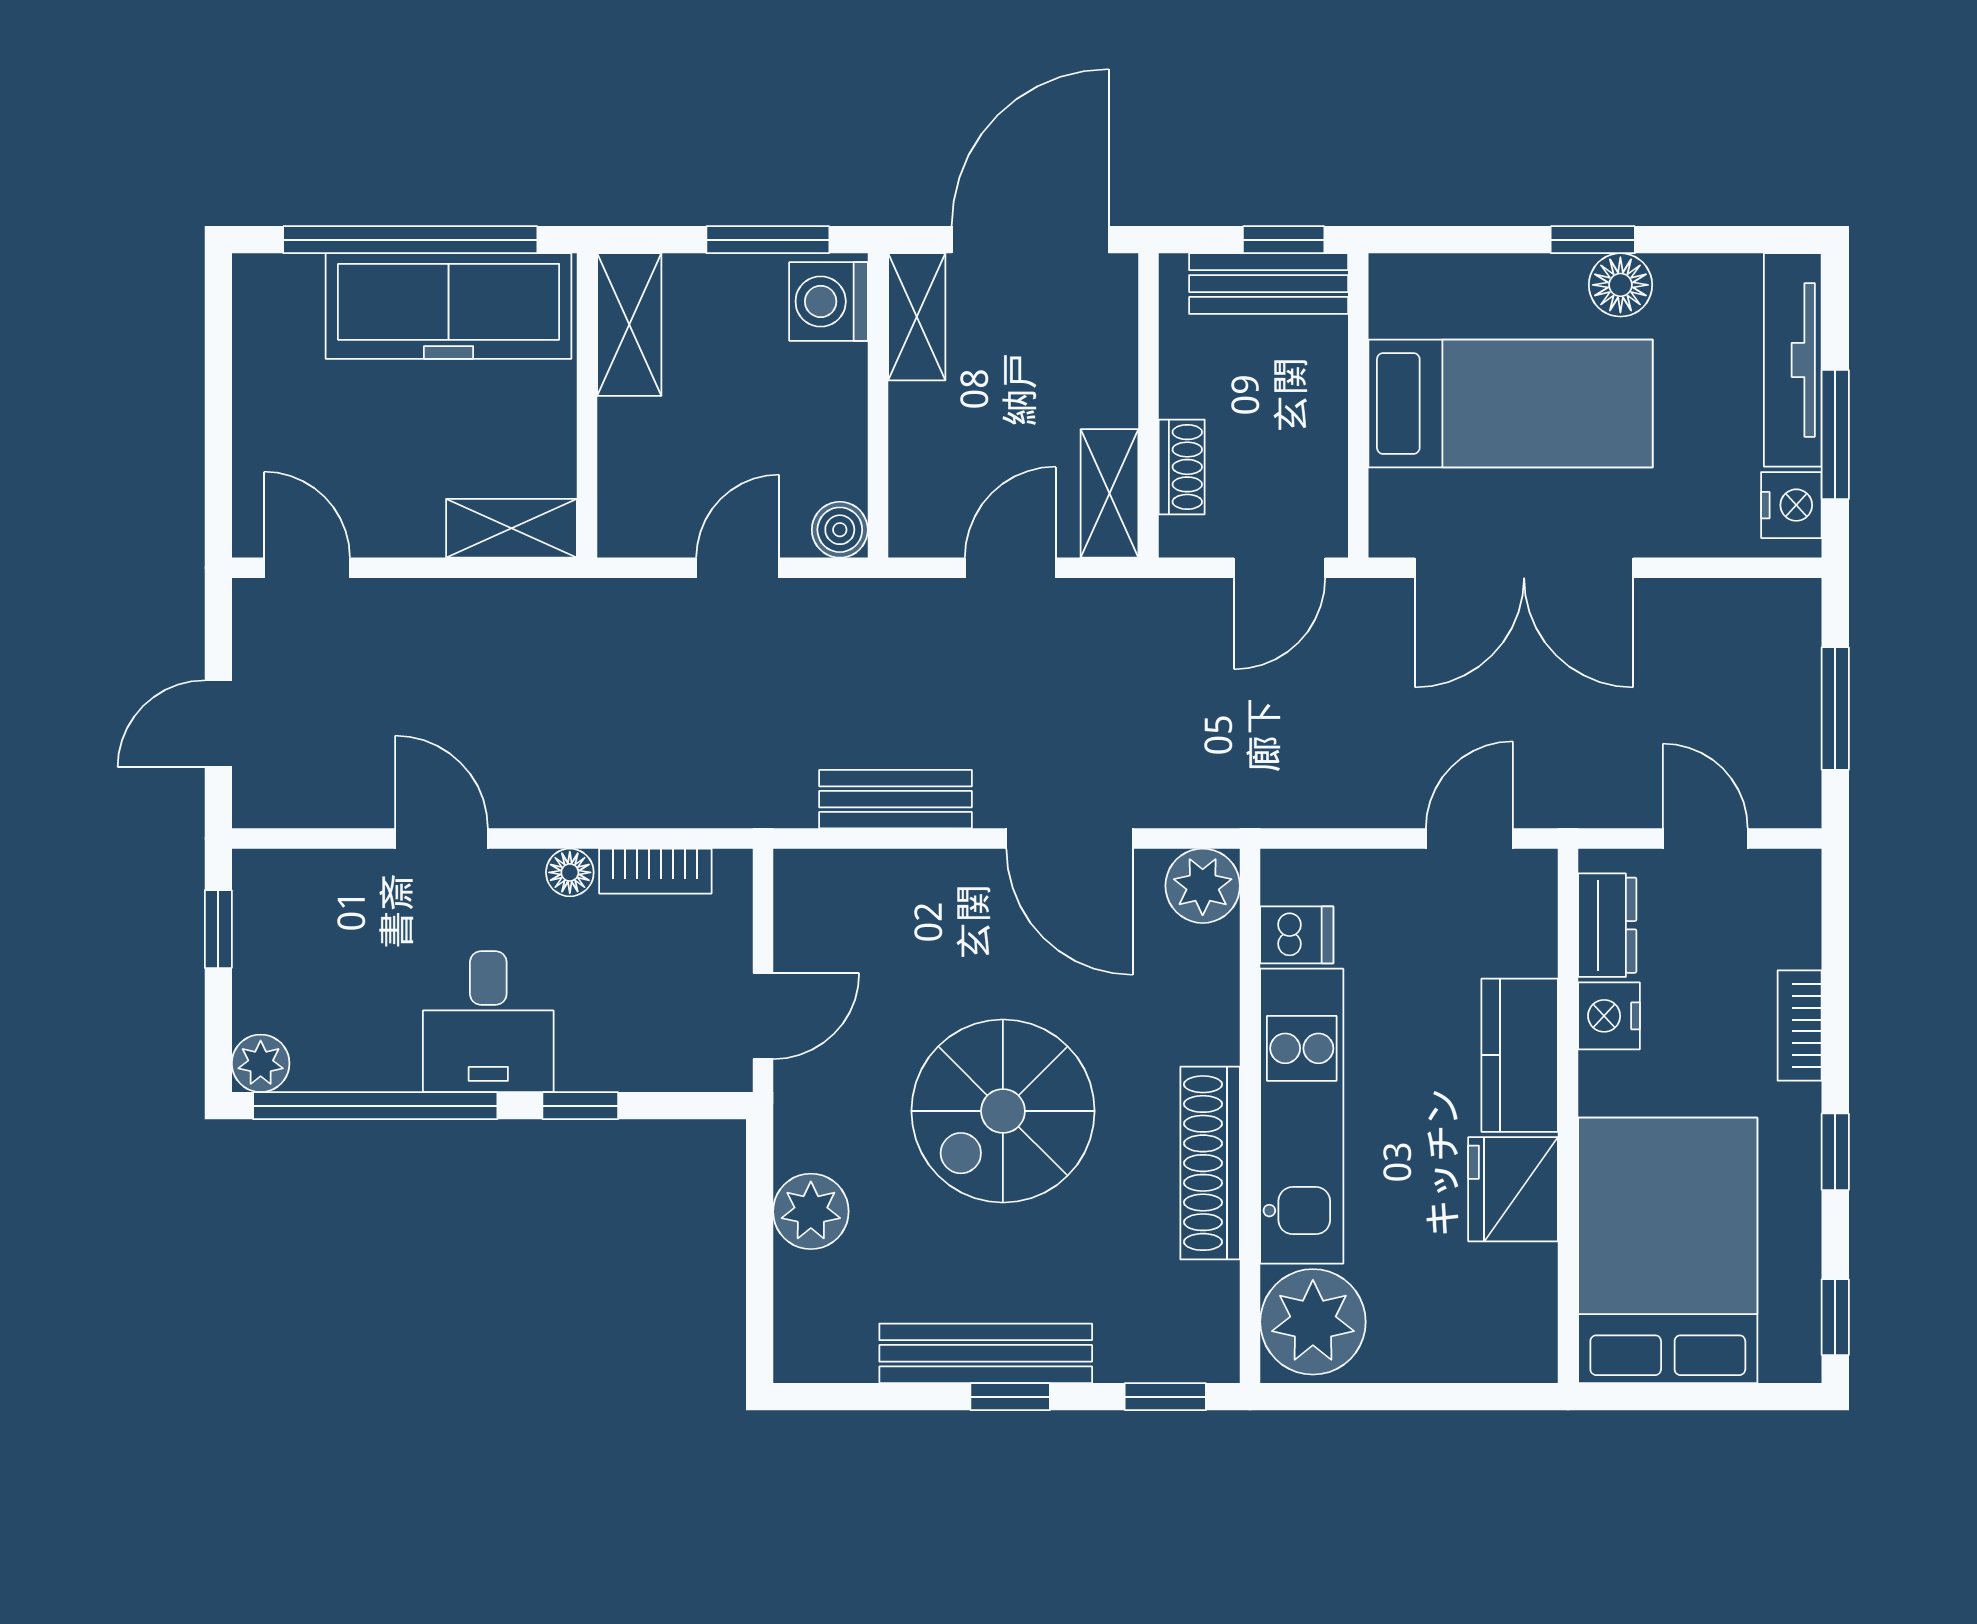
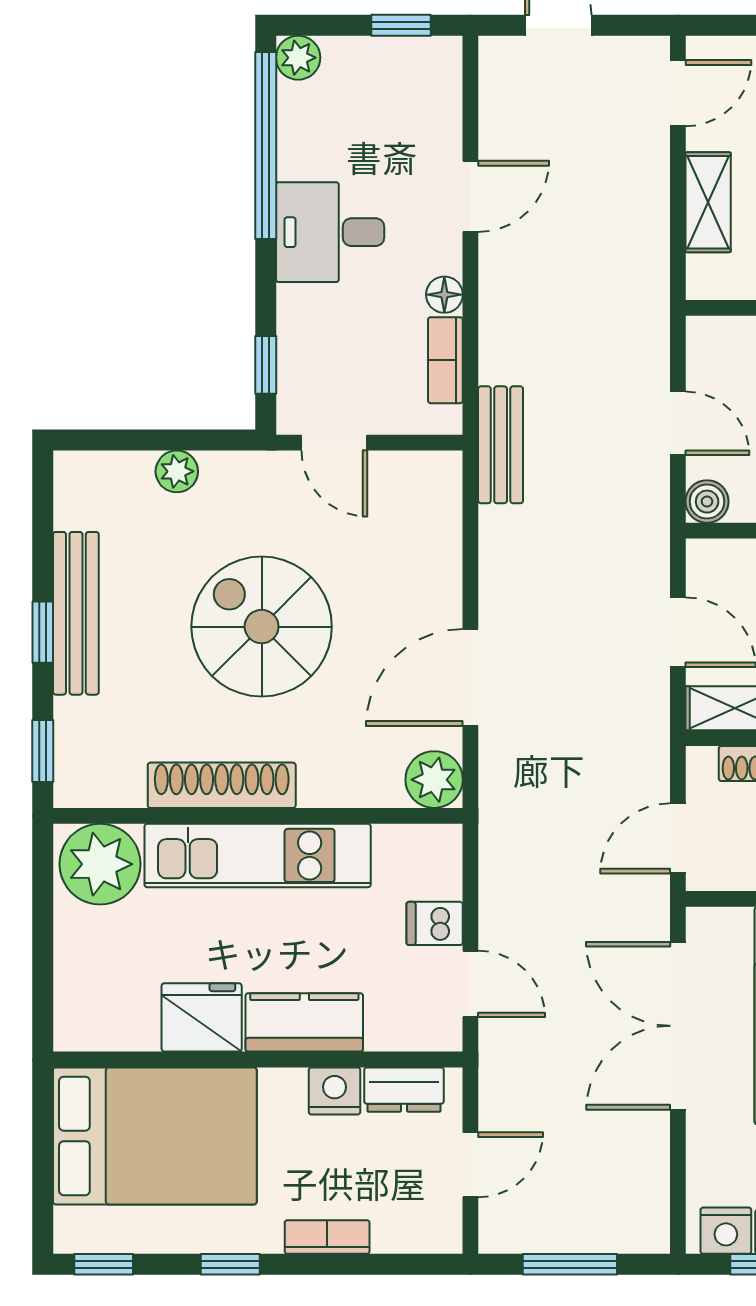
shelving: (511, 528) -> (708, 202), moved
door: (1280, 568) -> (678, 838), hinge flipped
bench: (895, 799) -> (501, 445), moved
dishwasher: (1297, 935) -> (435, 923), moved, turned 90
window: (580, 1106) -> (266, 365), moved
plant: (811, 1211) -> (177, 471), width x0.73, depth x0.73

